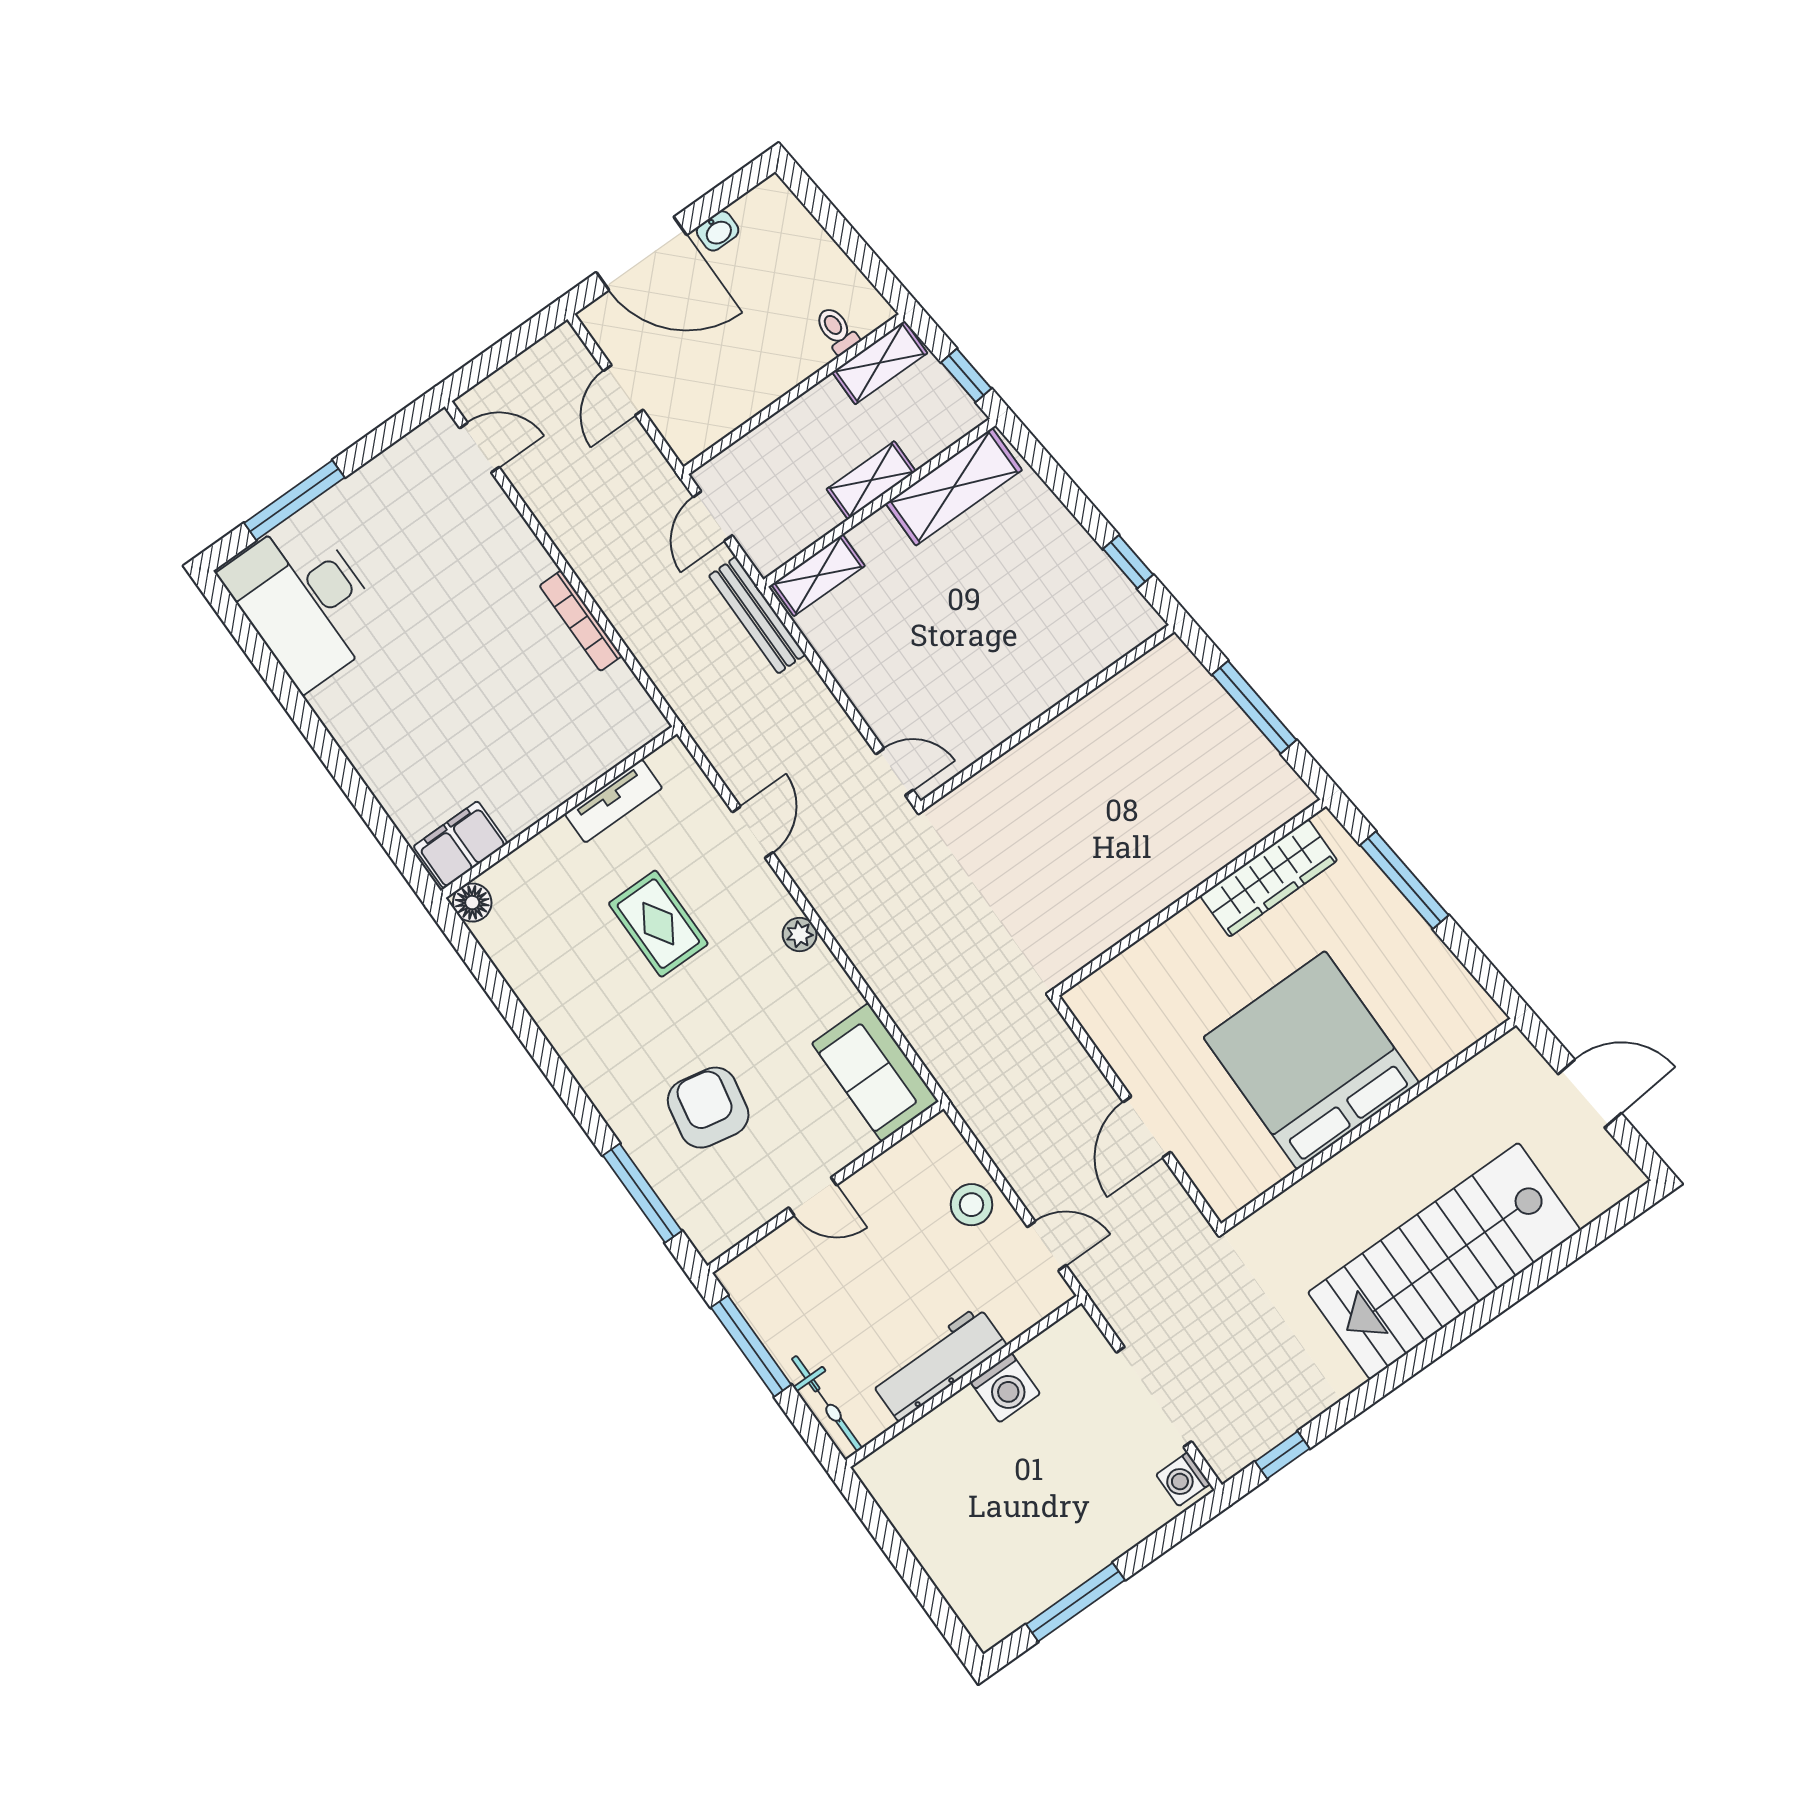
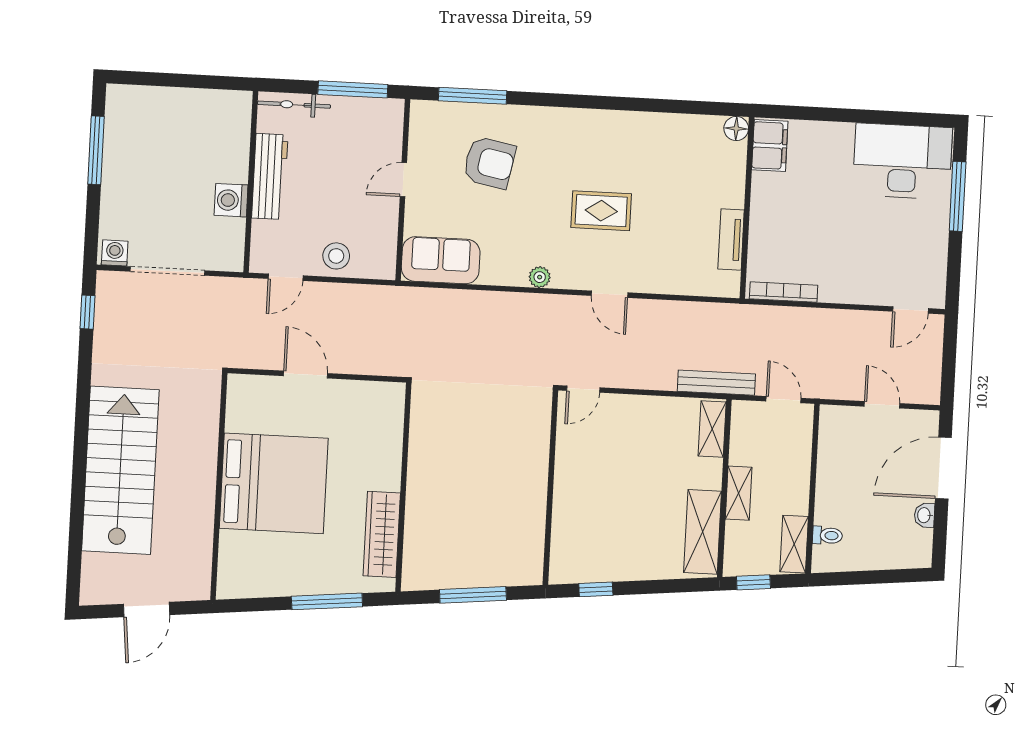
tv unit: (613, 801) -> (731, 240), moved
wall: (559, 812) -> (747, 208), moved
filing cabinet: (461, 845) -> (770, 146), moved
floor lamp: (472, 903) -> (736, 129), moved

